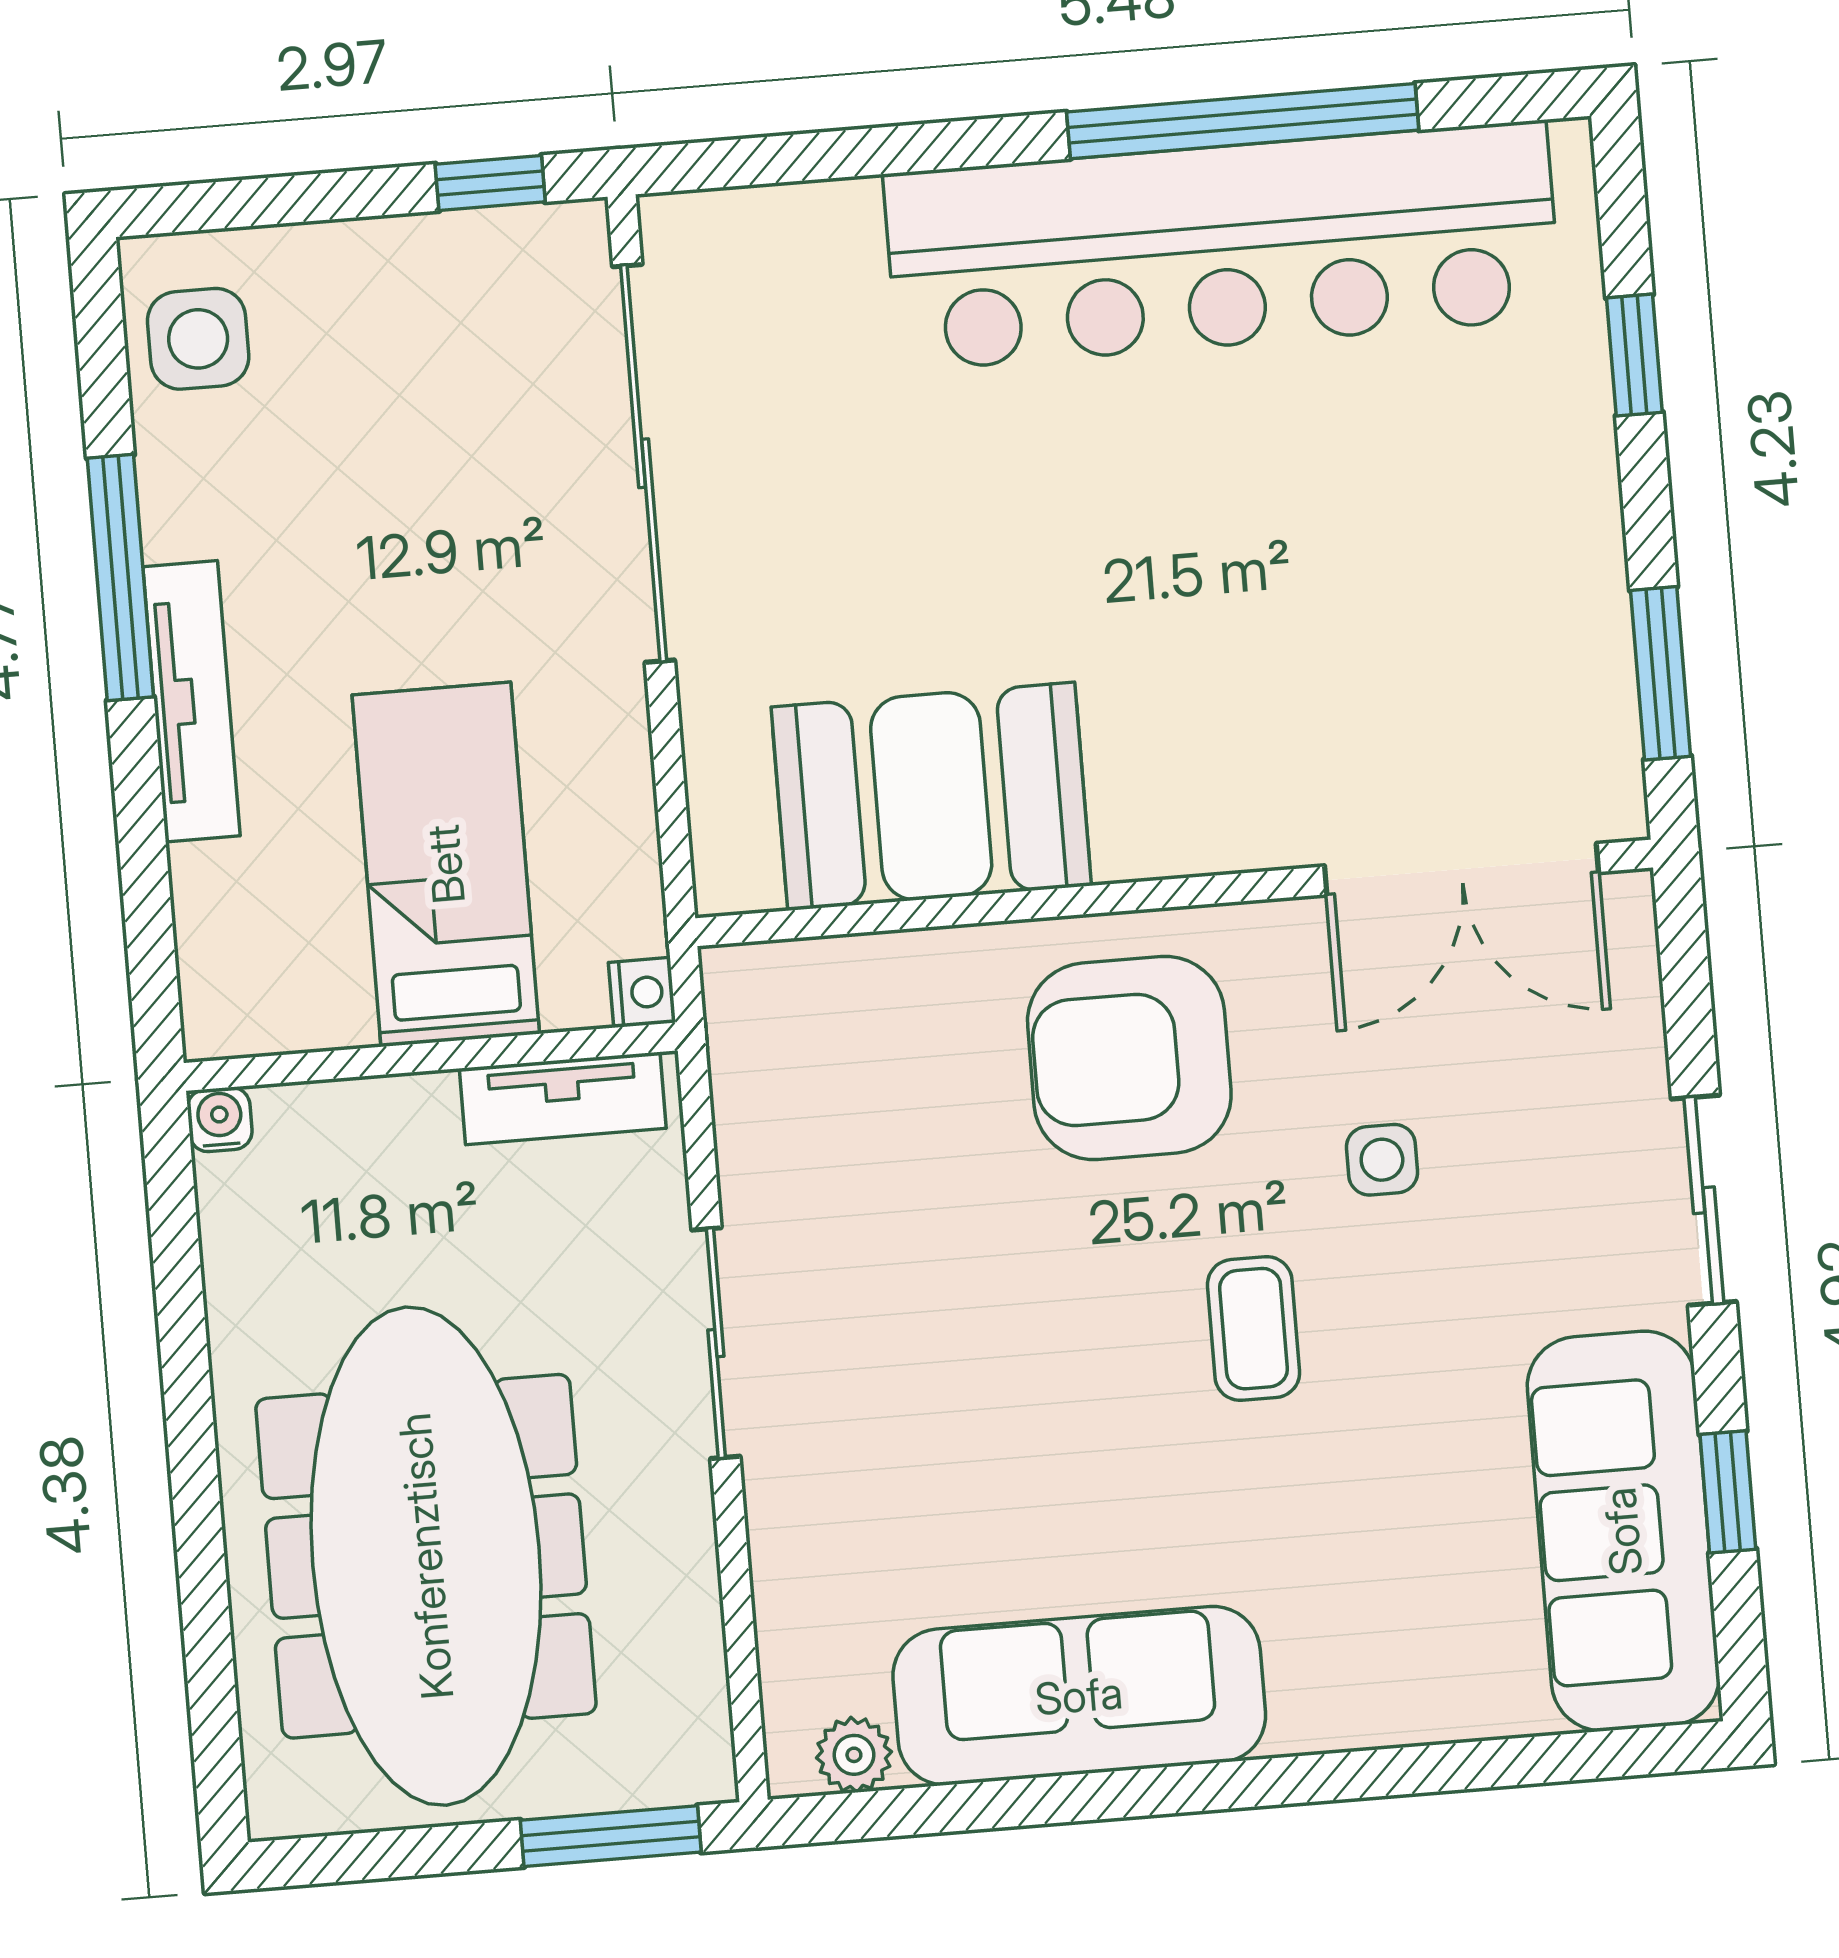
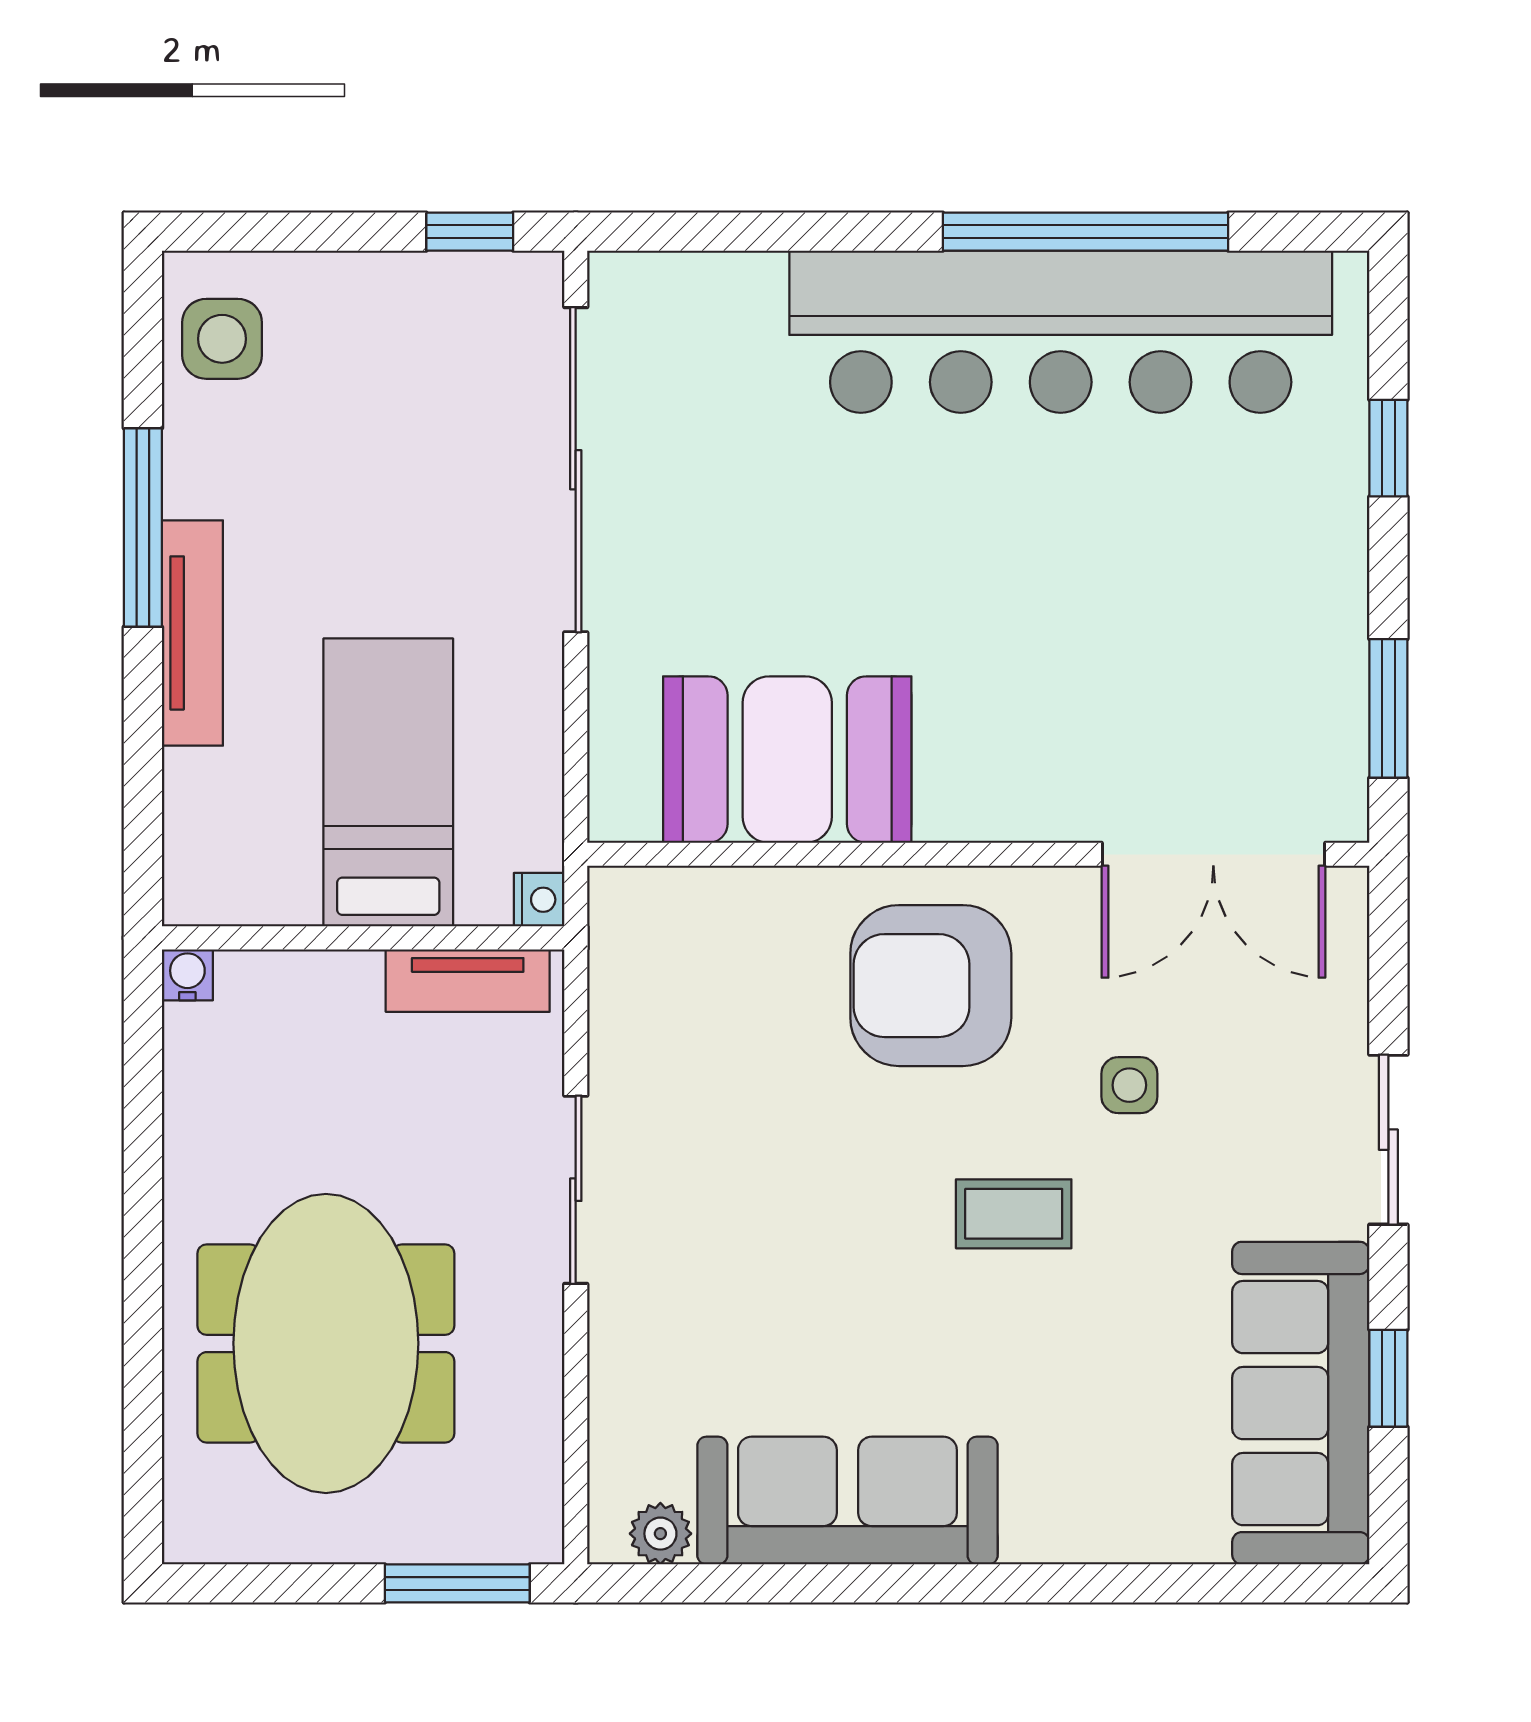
coffee table: (1254, 1329) -> (1014, 1214), turned 90
meeting table: (426, 1556) -> (326, 1343), width x0.73

